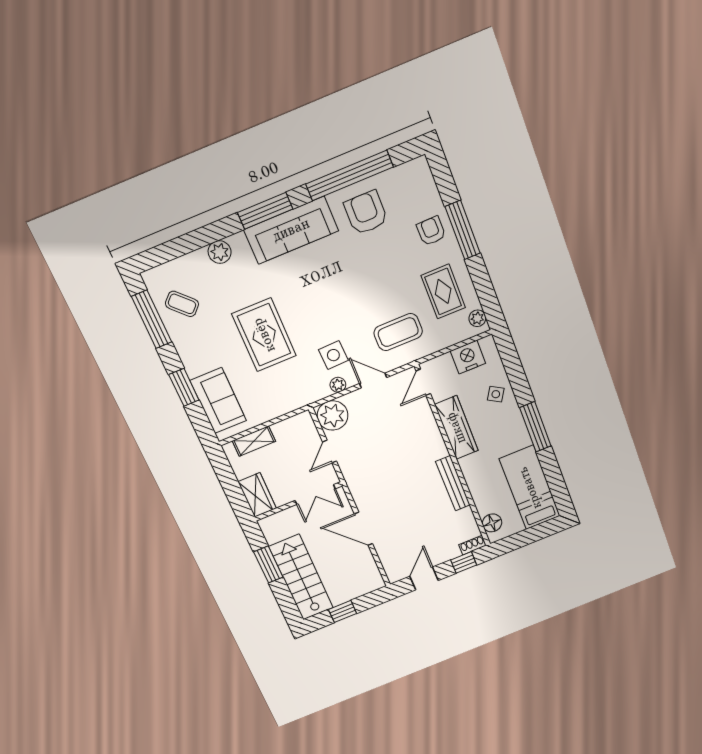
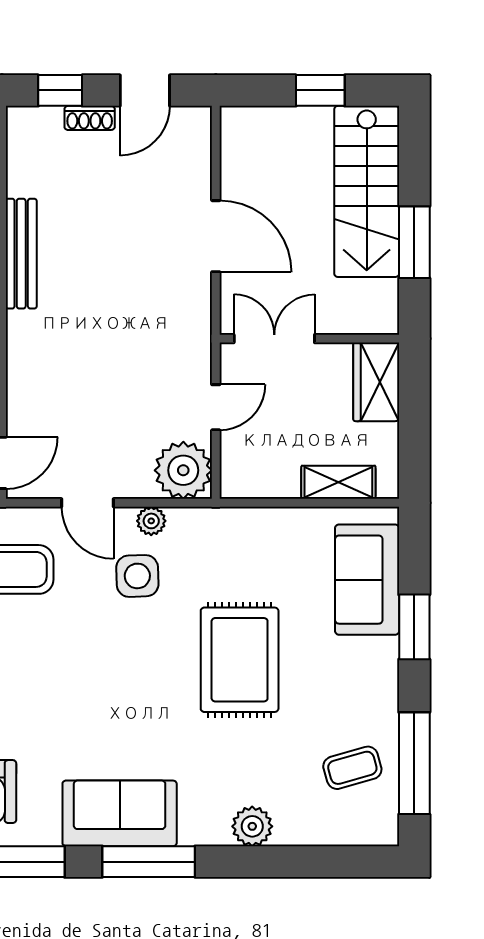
sofa: (291, 230) -> (120, 813), width x0.73
coffee table: (182, 304) -> (352, 768), turned -61
shoe rack: (473, 545) -> (90, 118), moved

